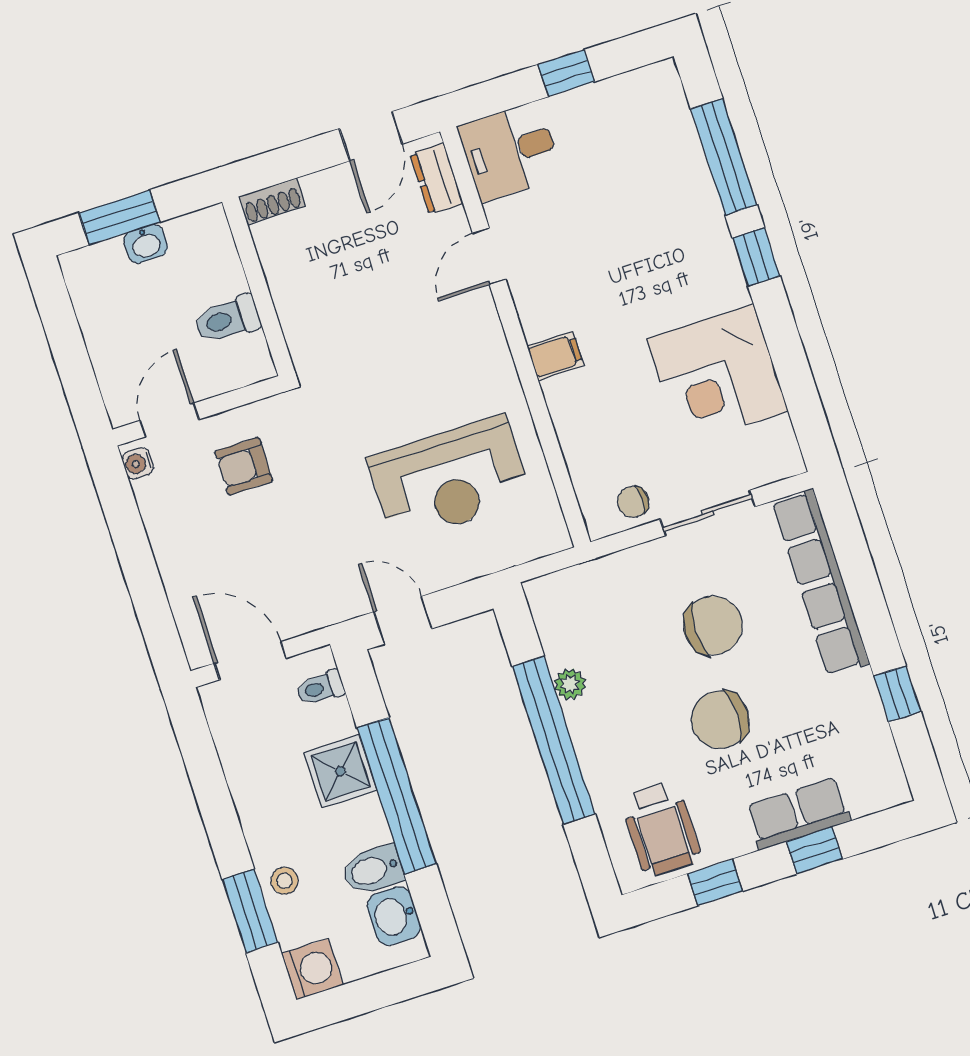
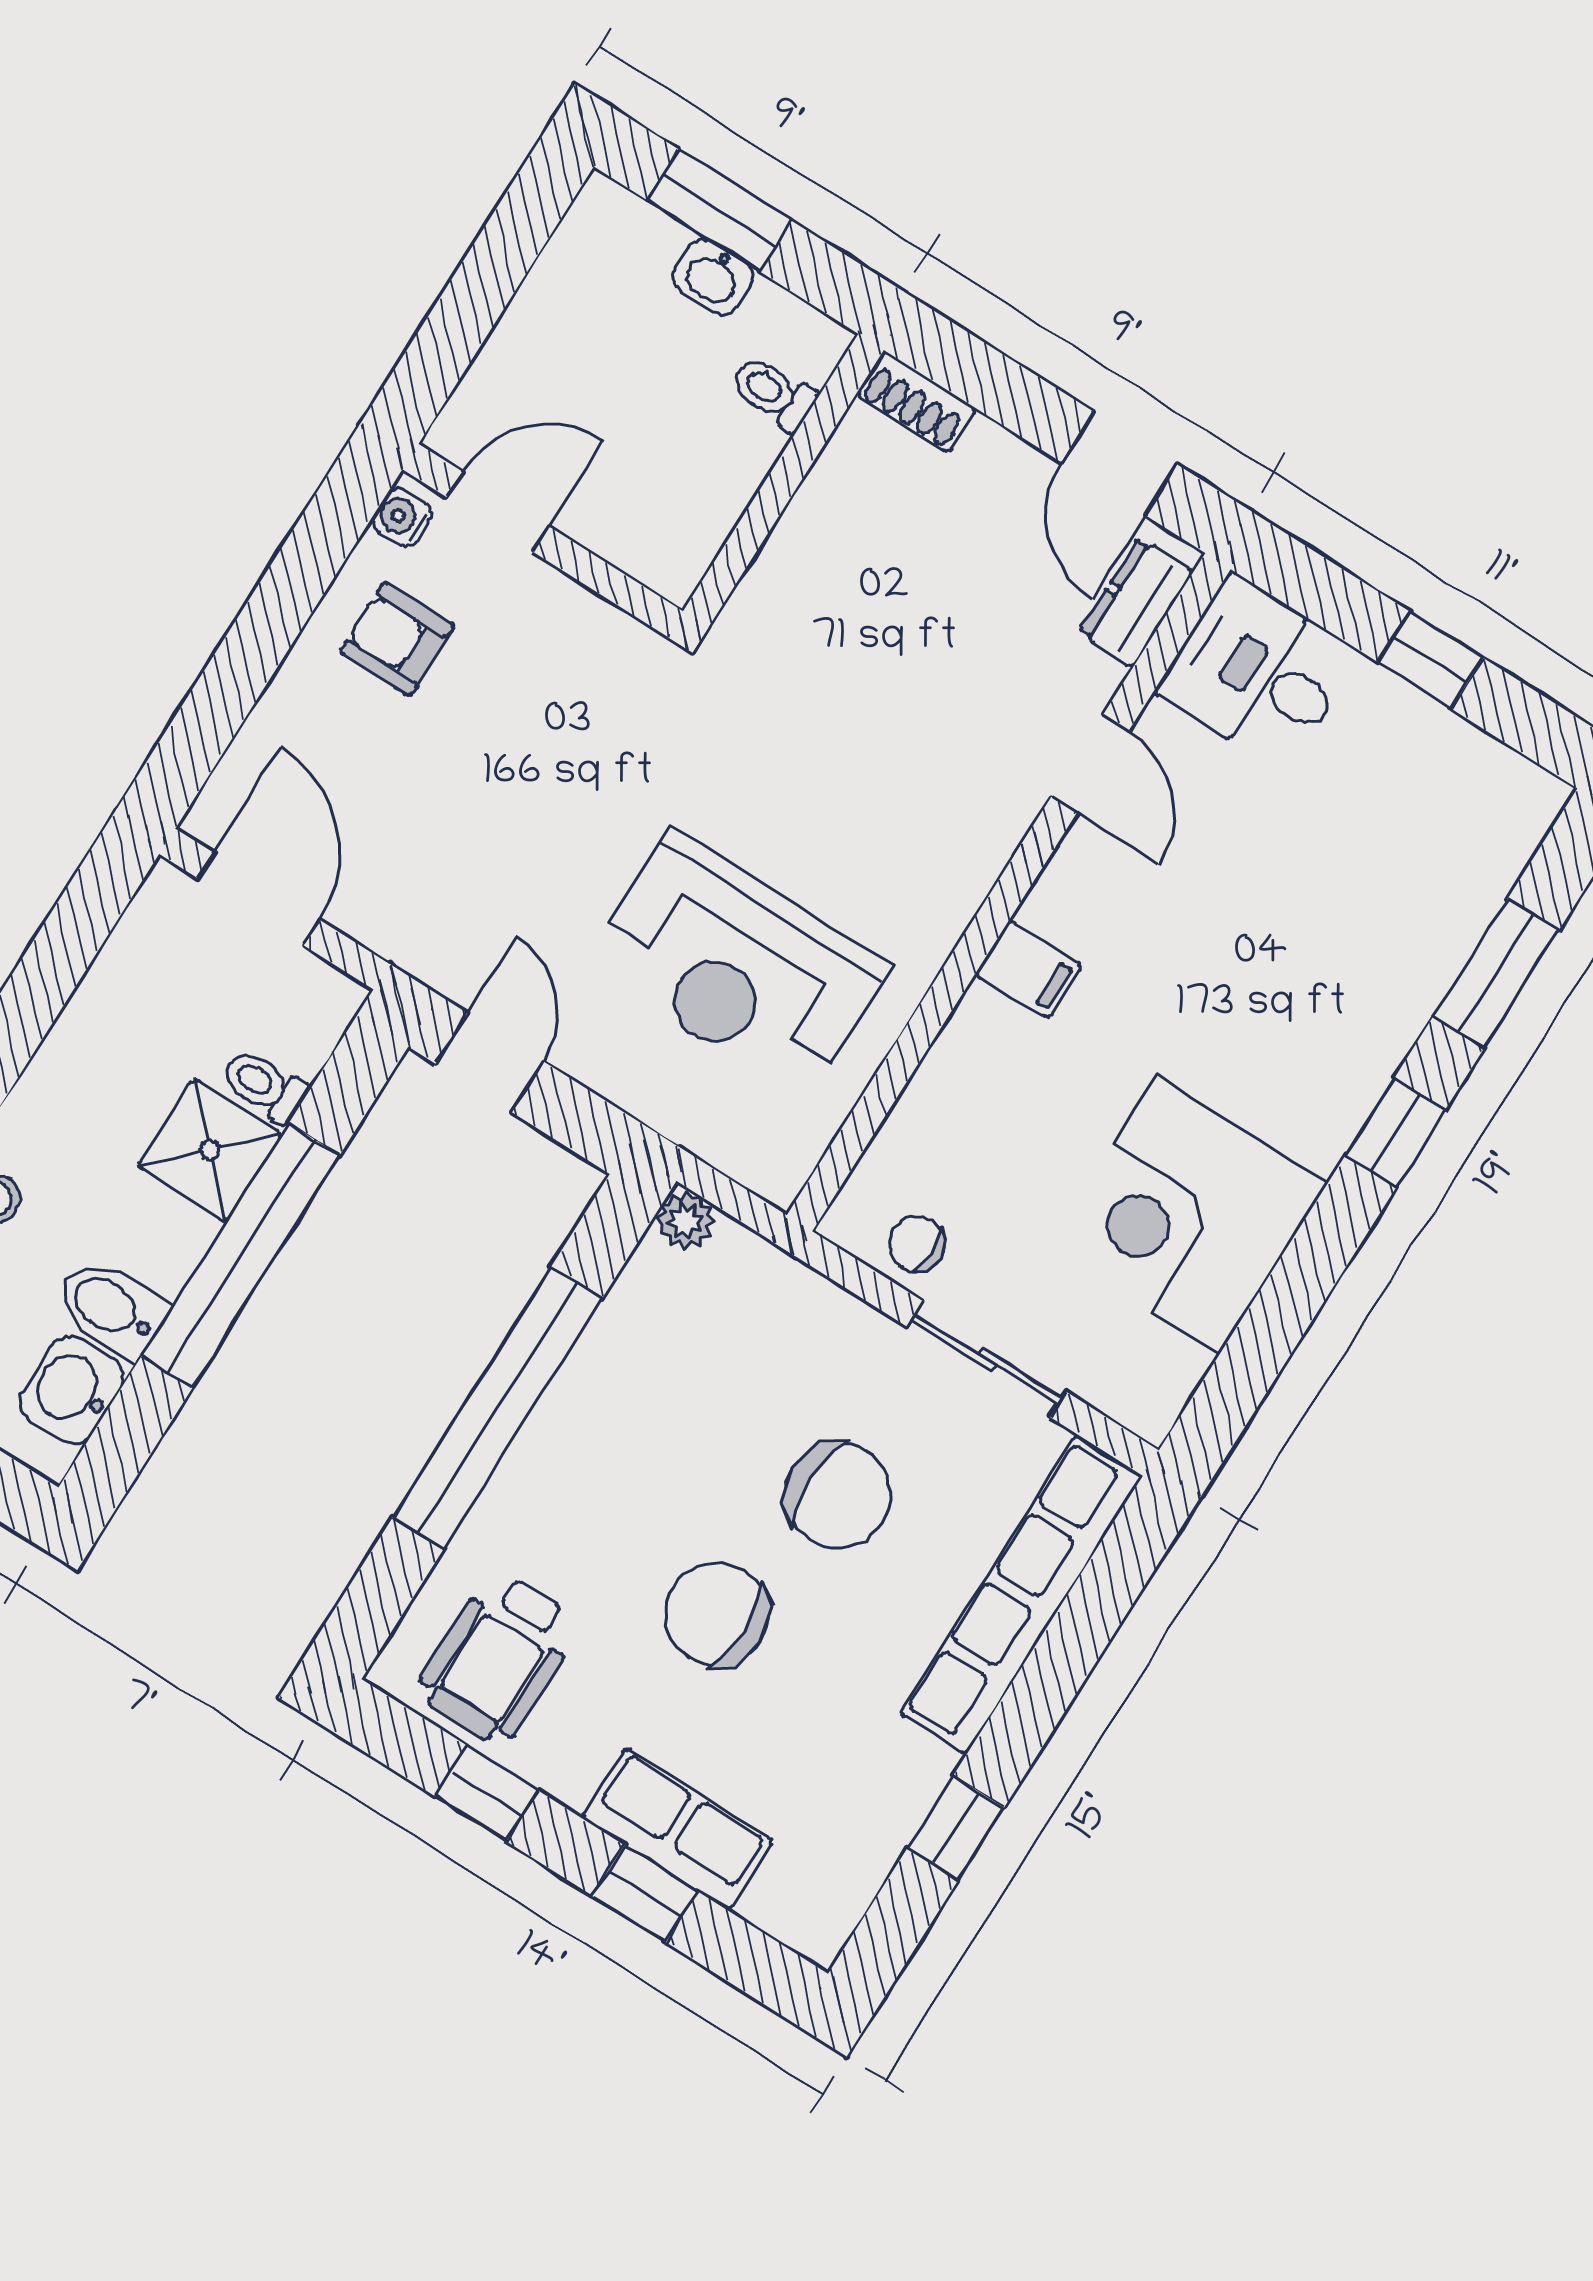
door: (371, 136) -> (1119, 463), hinge flipped
window: (724, 157) -> (1496, 973), width x0.69
door: (489, 256) -> (1090, 764), swing flipped
toilet: (227, 319) -> (773, 393), moved, width x0.73, depth x0.72
armchair: (244, 466) -> (397, 639), moved
plant: (570, 684) -> (685, 1221), moved
toilet: (320, 688) -> (264, 1086), moved

